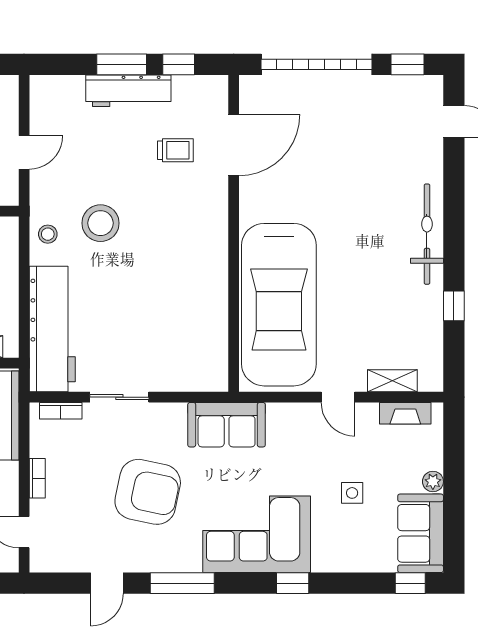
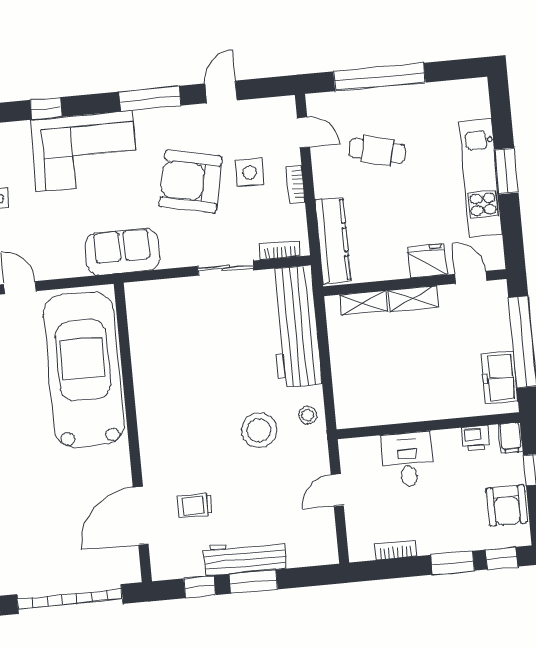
side table: (85, 495) -> (250, 172), added

